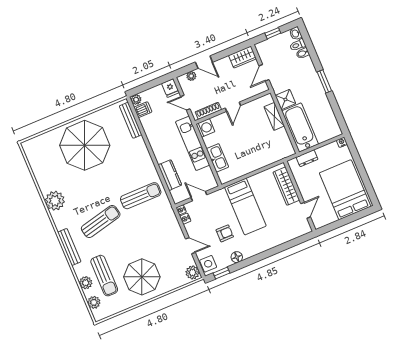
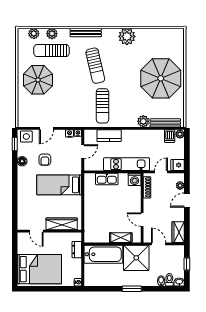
shower: (285, 99) -> (136, 258), width x1.86, depth x1.86
door: (233, 107) -> (142, 220), moved
plant: (193, 273) -> (143, 121), moved

